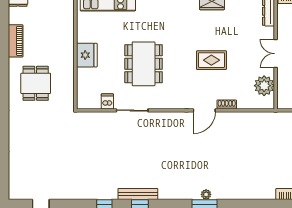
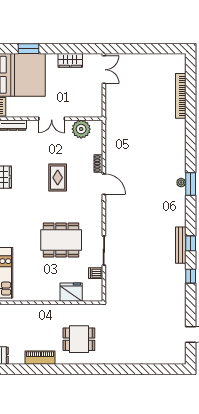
fridge: (87, 55) -> (71, 292), moved

